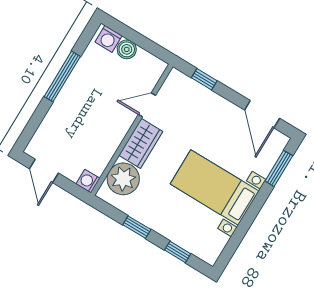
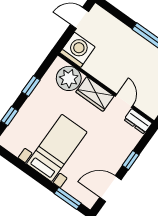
window: (204, 79) -> (131, 160), moved
dresser: (172, 85) -> (138, 121), added
washing machine: (88, 181) -> (77, 50), width x1.89, depth x1.89

